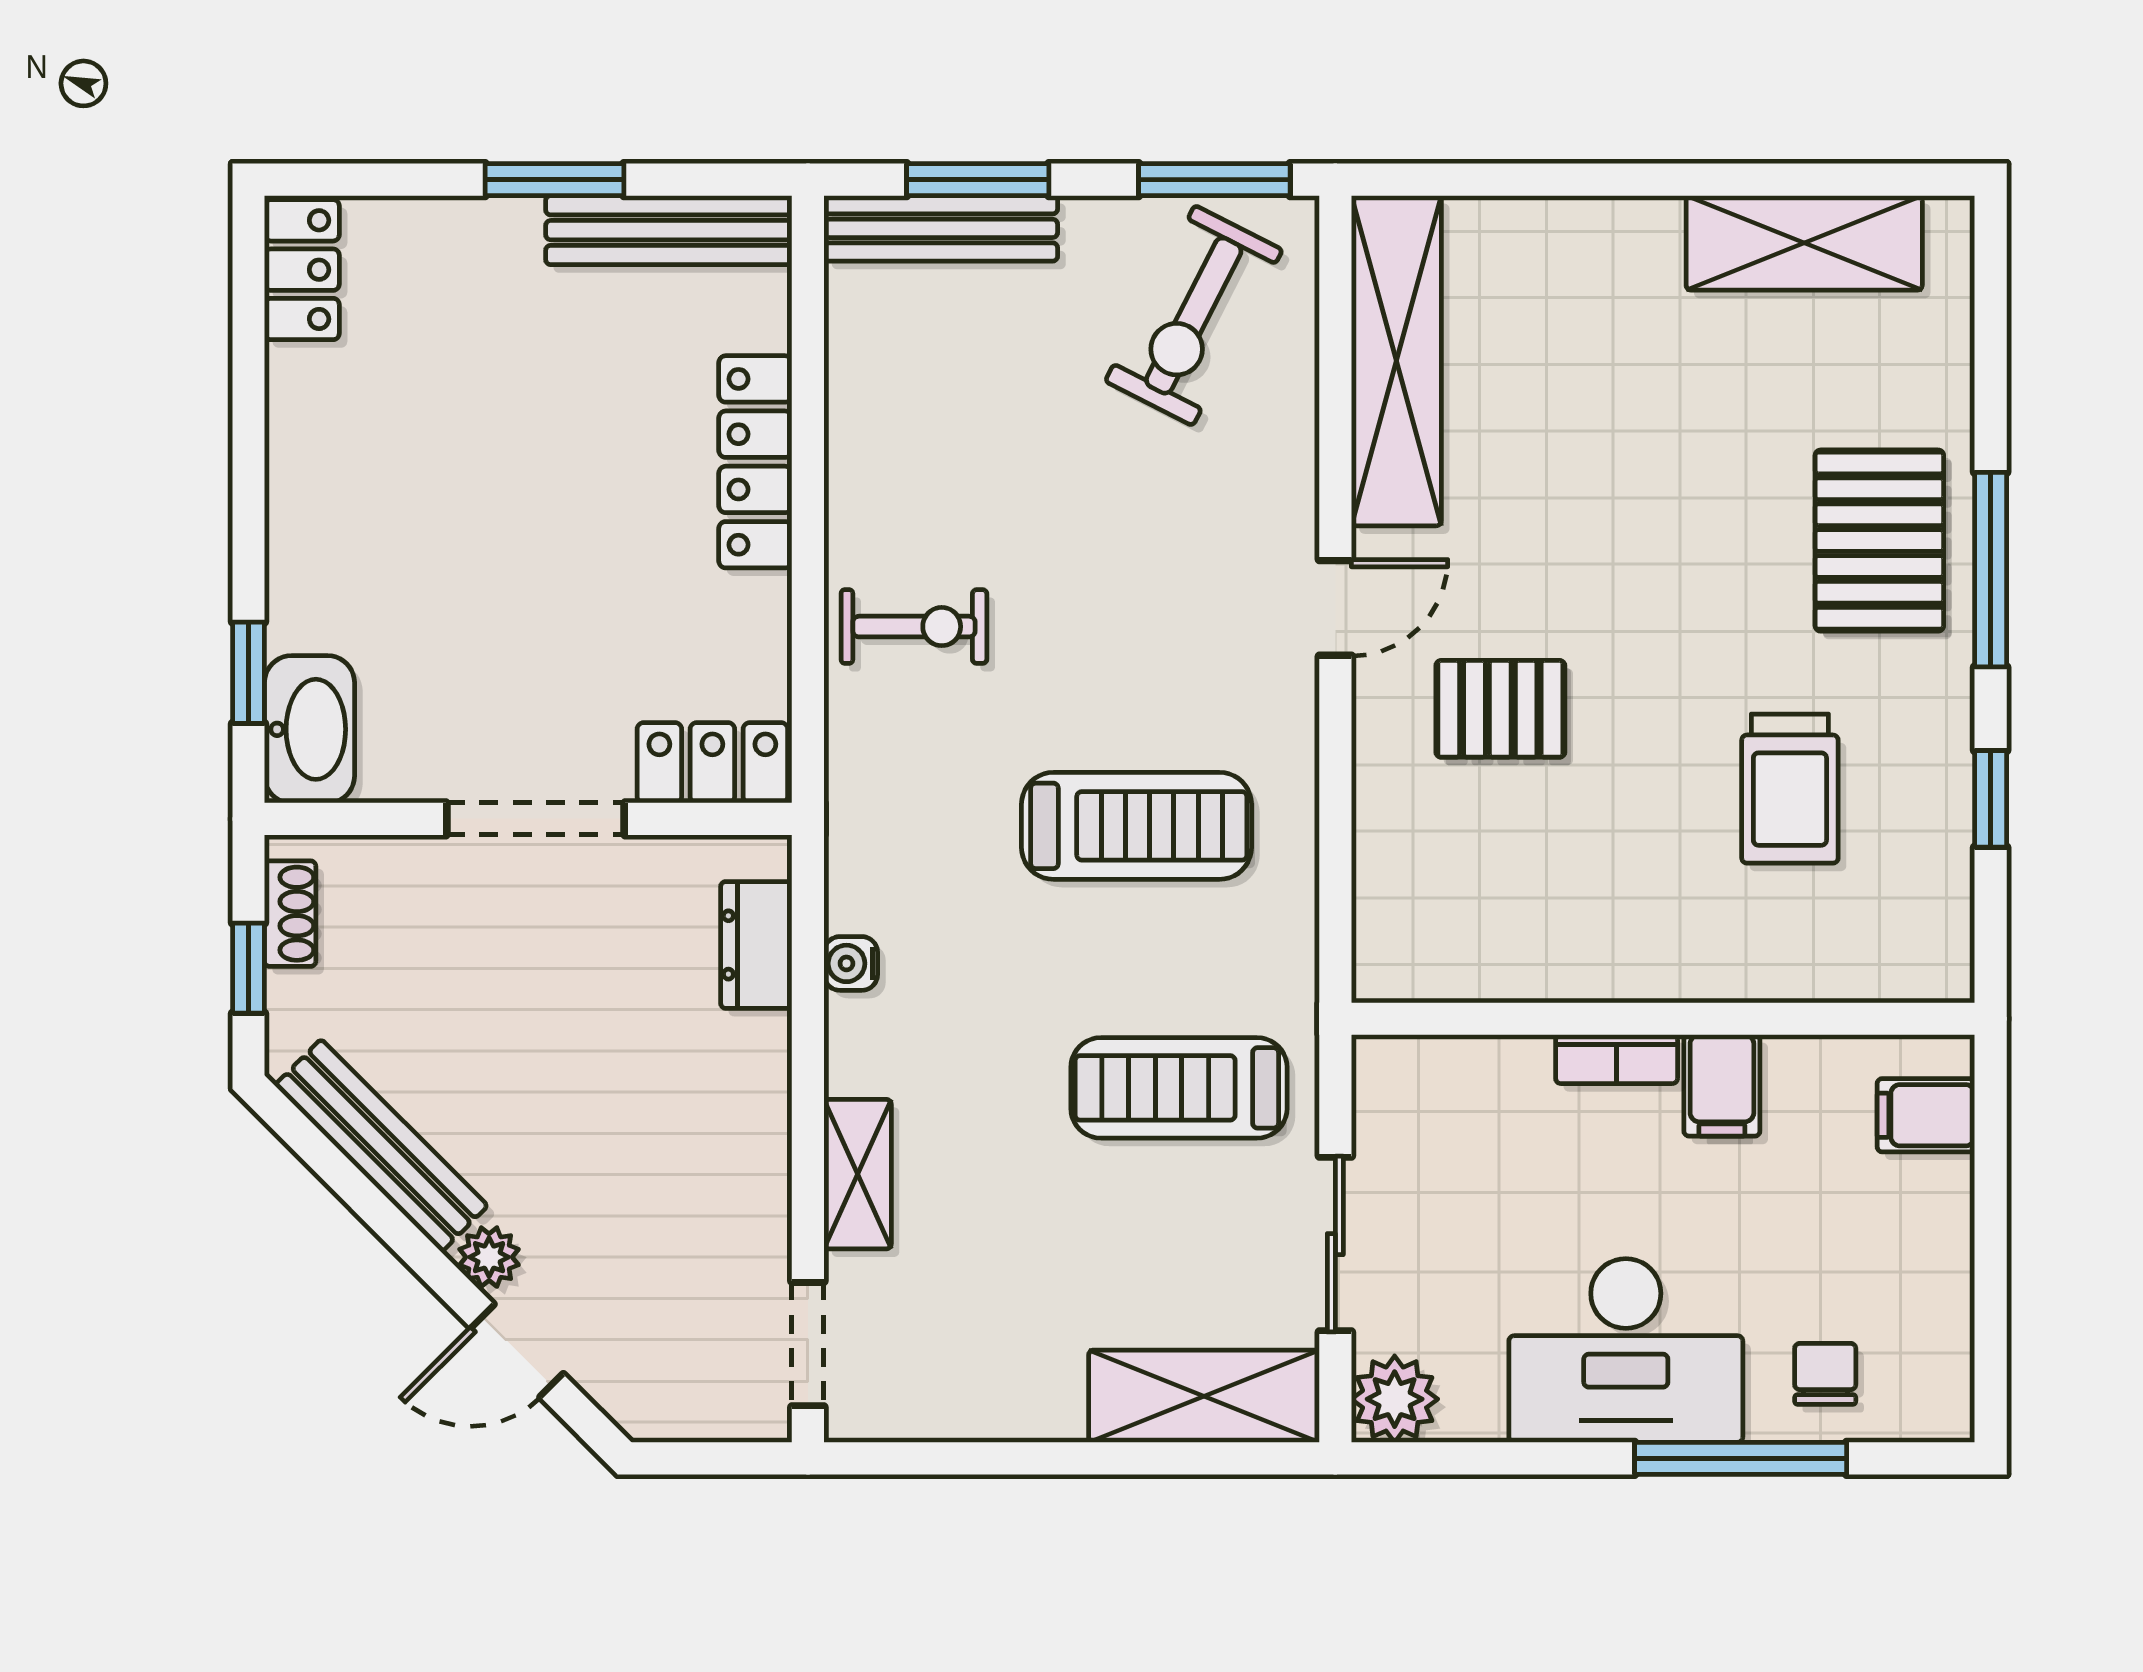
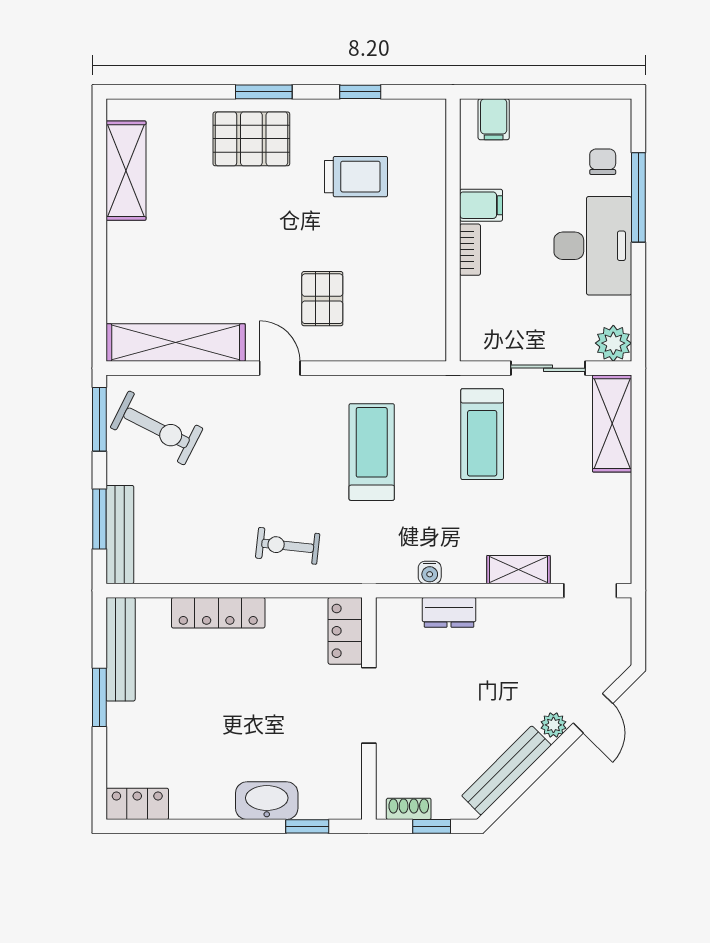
window: (1991, 570) -> (264, 92), width x0.69
exercise bike: (914, 627) -> (288, 546), turned -84
washbasin: (310, 729) -> (267, 801), moved
dresser: (756, 945) -> (449, 612), moved
chair: (1825, 1374) -> (603, 162), turned 90

